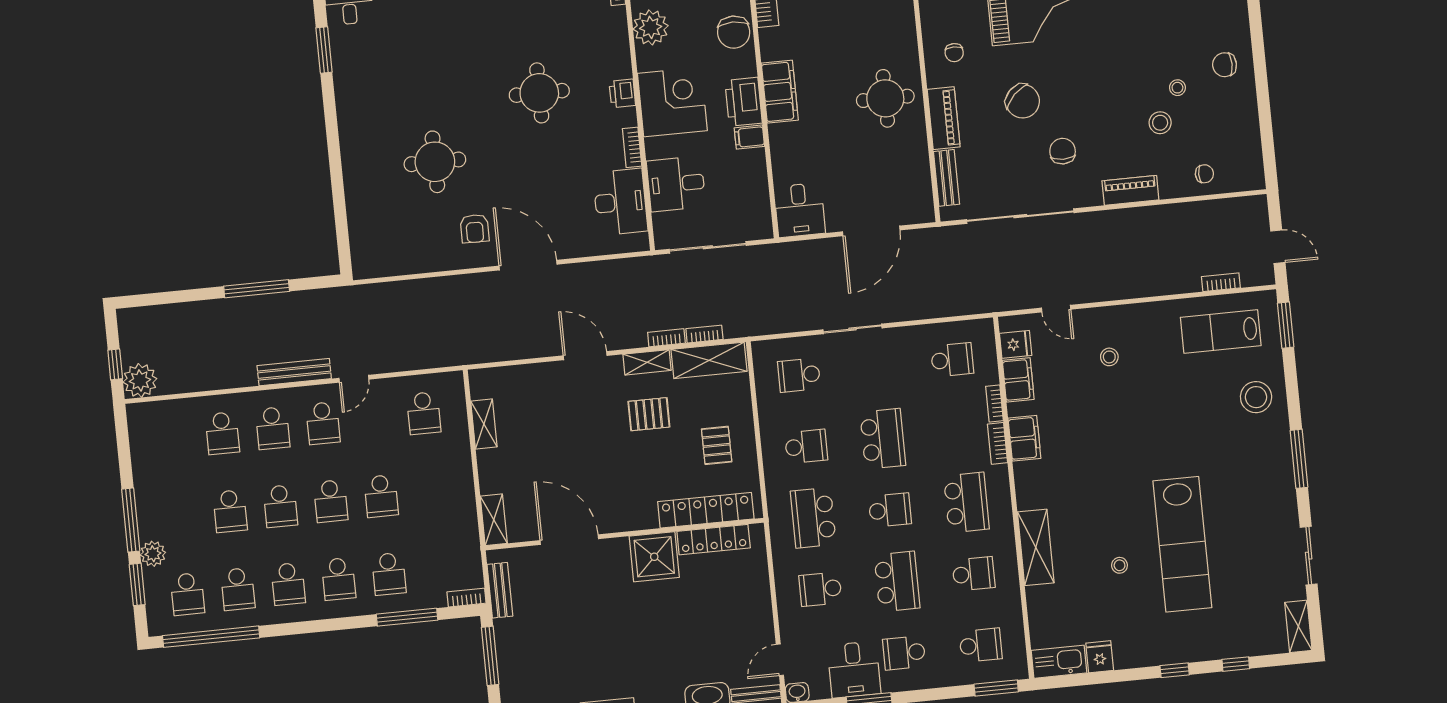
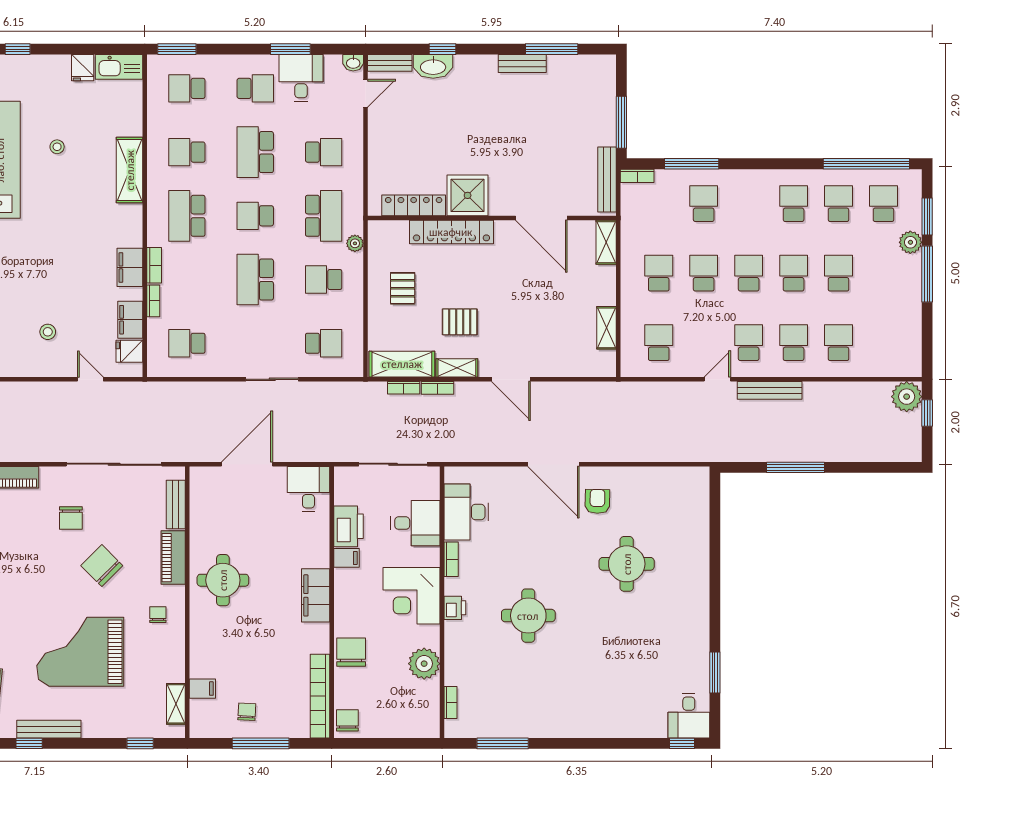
printer: (744, 102) -> (348, 526), moved
plant: (775, 490) -> (355, 243), added
locker: (706, 510) -> (451, 232), moved
school desk: (339, 579) -> (659, 273), moved
bench: (500, 590) -> (607, 179), width x1.36

